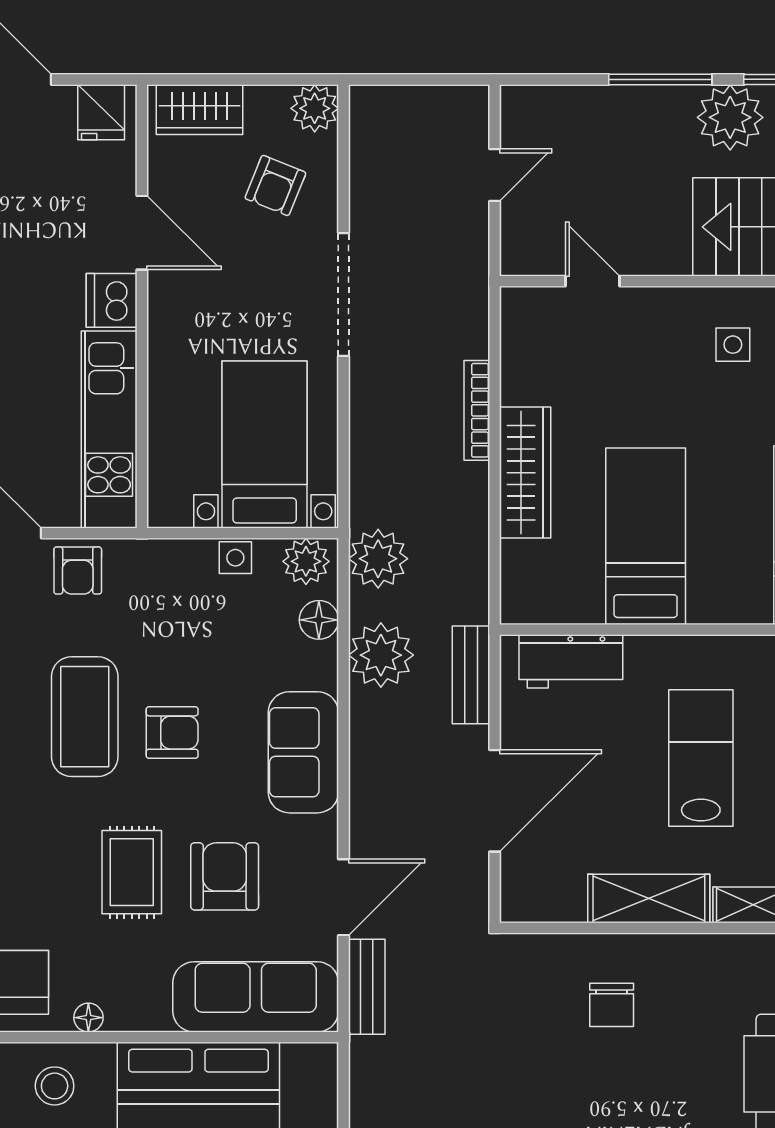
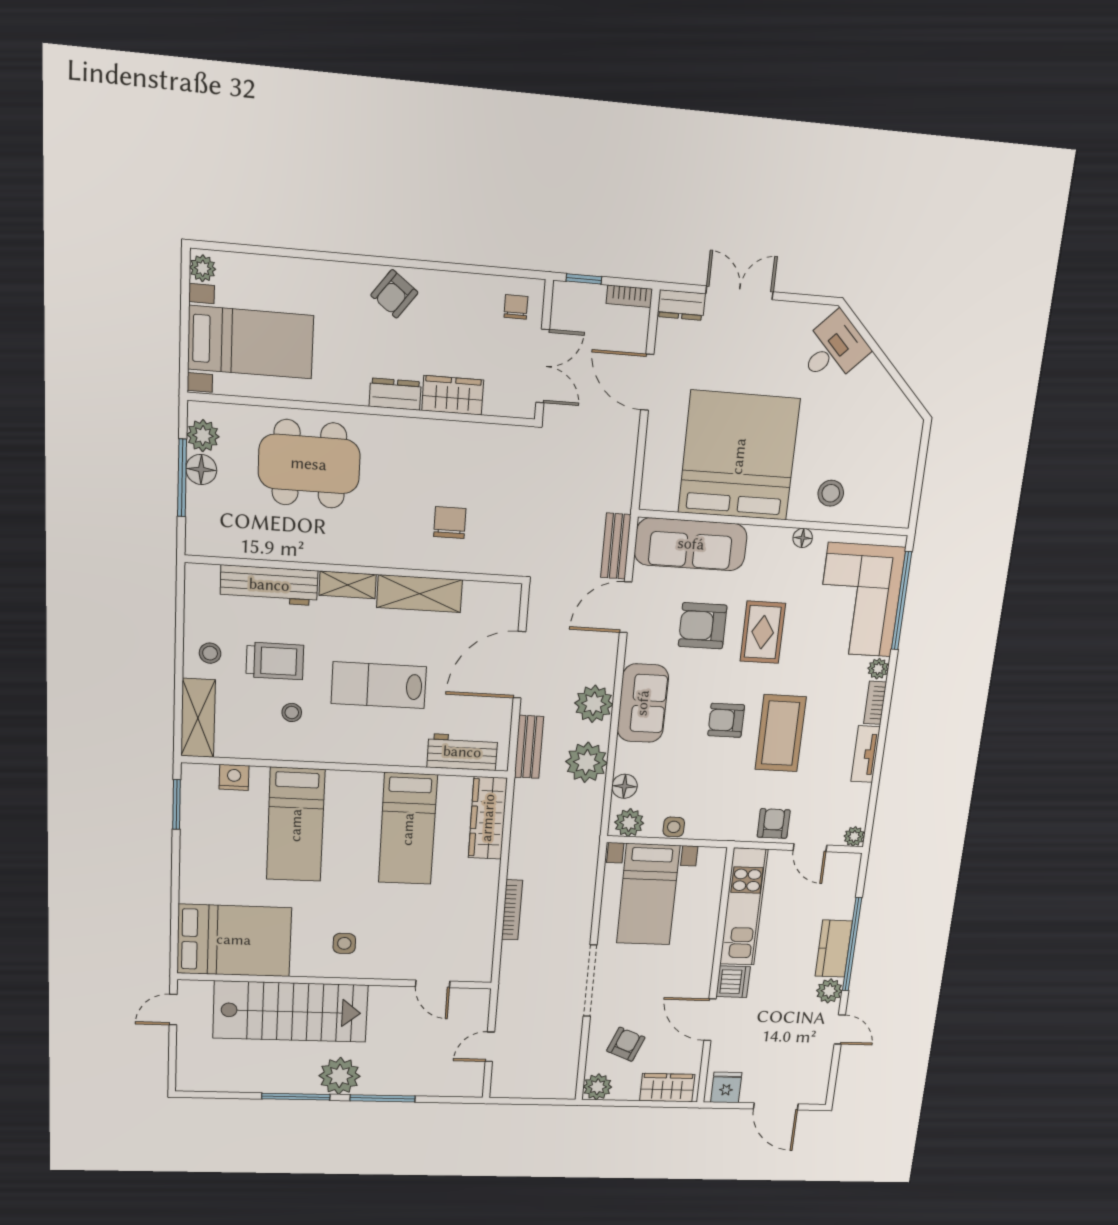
wardrobe: (525, 473) -> (488, 818), moved
plant: (378, 559) -> (594, 704), moved
lab bench: (701, 758) -> (379, 685), turned 90
armchair: (225, 876) -> (703, 626), turned 90

